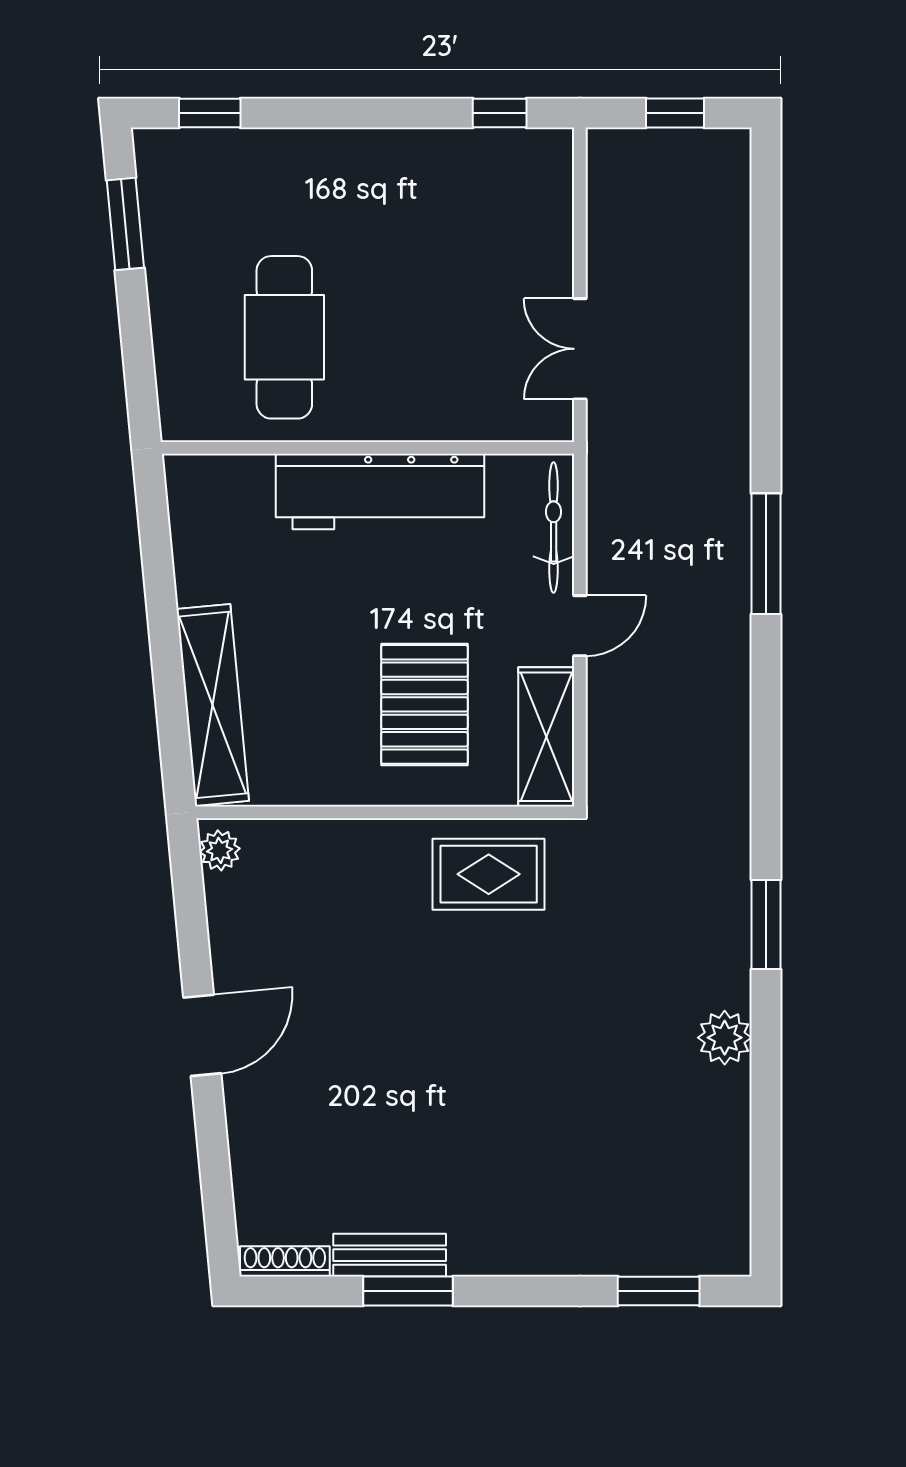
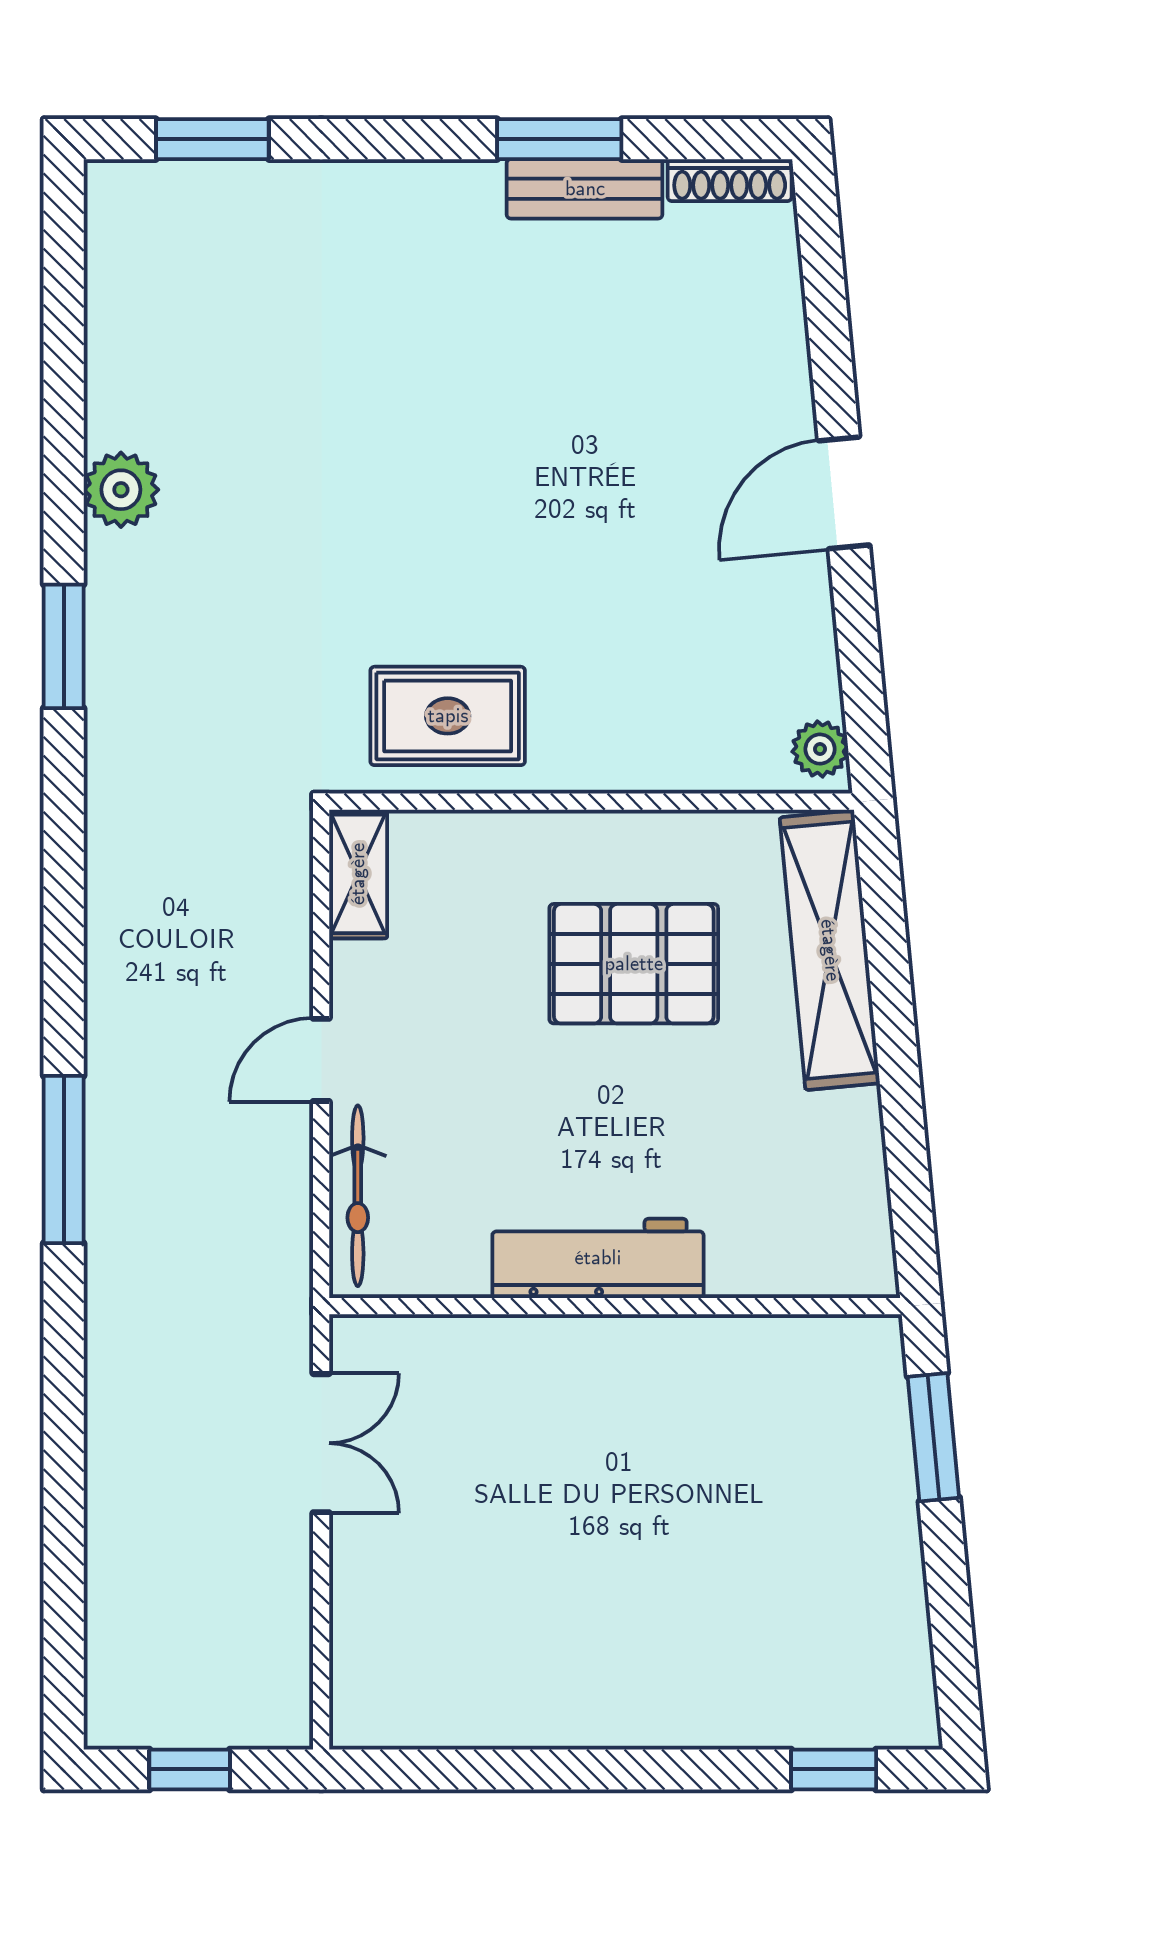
window: (500, 113) -> (432, 1769), removed
window: (125, 224) -> (933, 1437), moved
cafe table: (284, 337) -> (730, 1459), removed
workbench: (380, 492) -> (598, 1258), width x0.73, depth x0.76
pallet: (424, 704) -> (634, 964), moved, turned 90
shelving: (546, 737) -> (358, 874), width x0.67, depth x0.75

